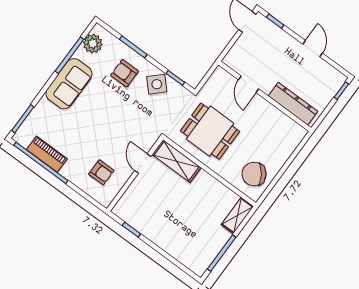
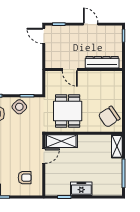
dining table: (210, 131) -> (68, 111), turned 90
door: (143, 164) -> (44, 156), swing flipped
freezer: (159, 235) -> (81, 189), added

